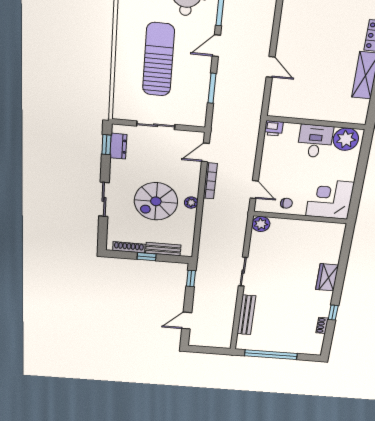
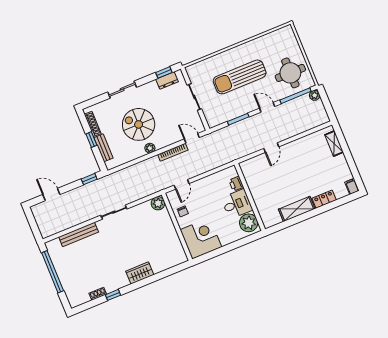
sun lounger: (158, 60) -> (240, 77), turned 180
printer: (274, 128) -> (236, 184), moved

